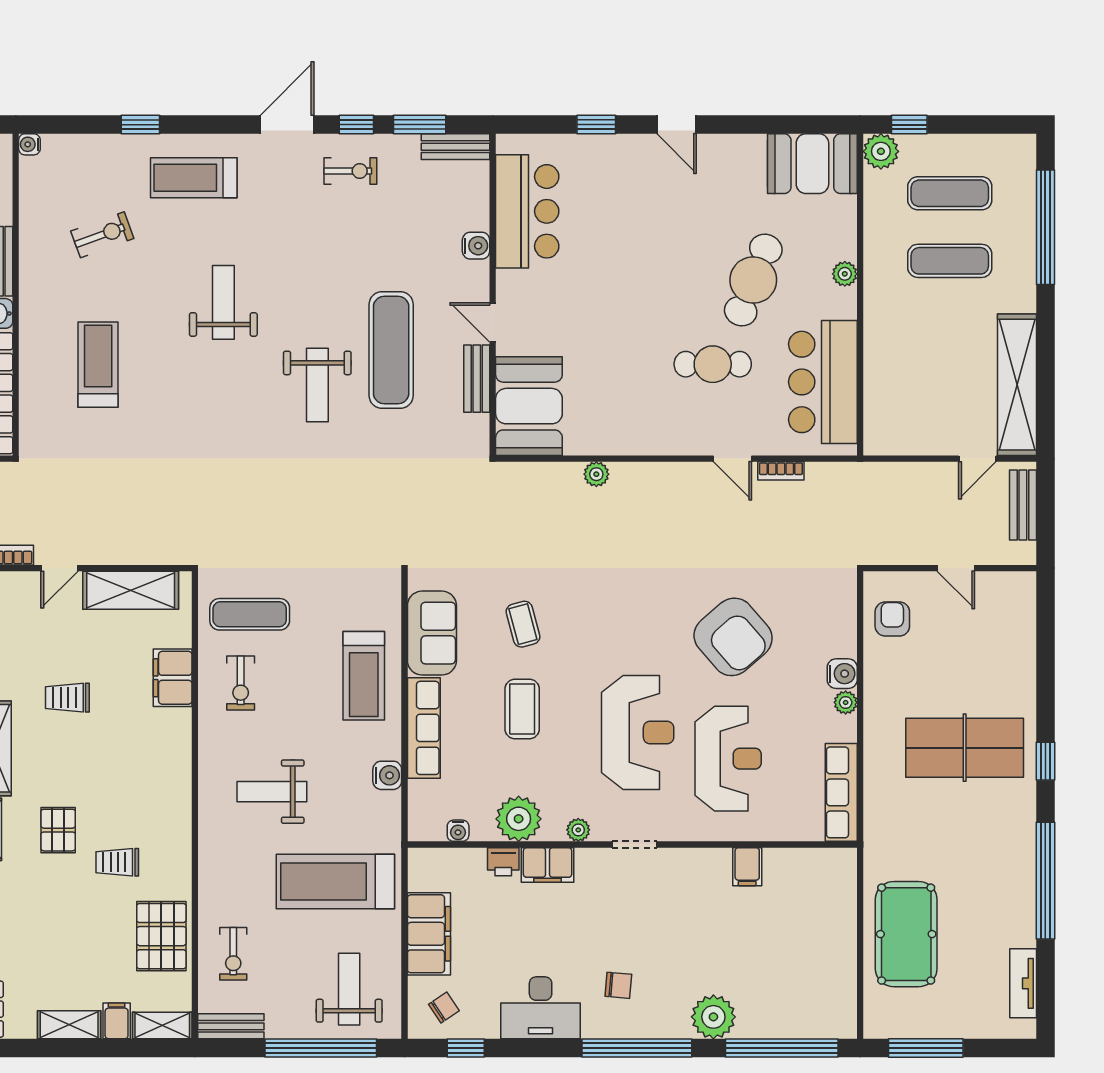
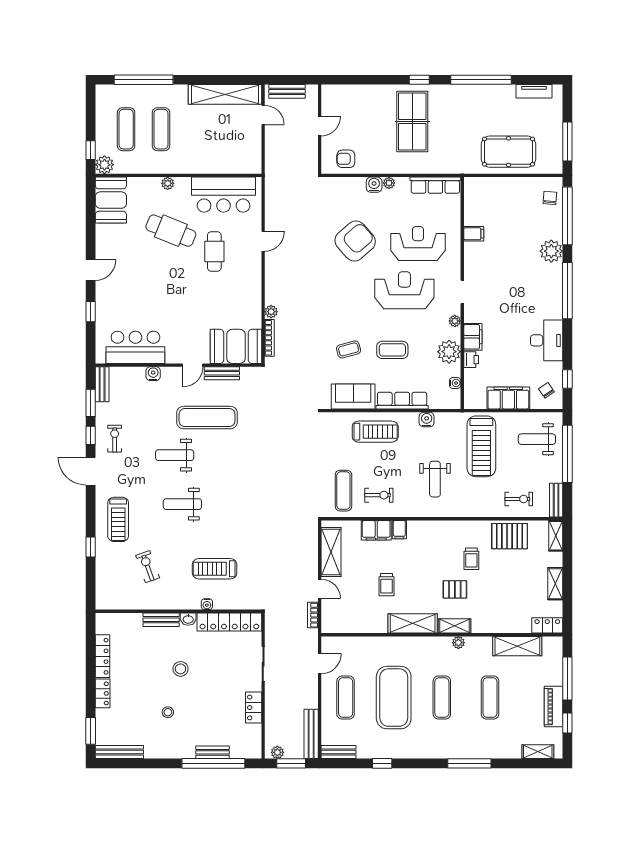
water cooler: (29, 144) -> (207, 604), moved
weight bench: (317, 385) -> (175, 455), moved, turned 180
bookcase: (781, 471) -> (269, 338), moved, width x1.56
chair: (618, 985) -> (550, 198), moved
filing cabinet: (117, 1021) -> (399, 530), moved, turned -90

